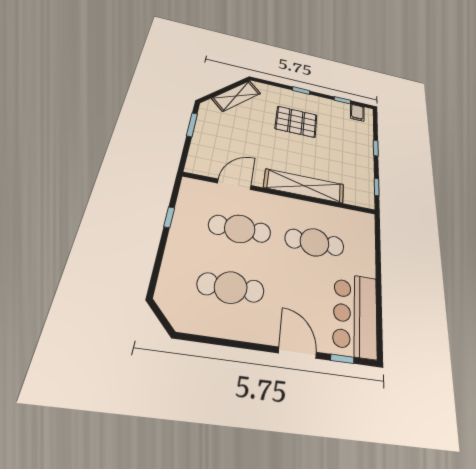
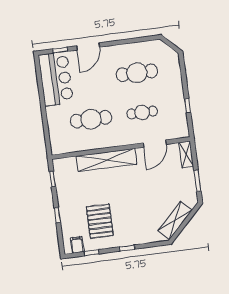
pallet: (296, 122) -> (100, 221), moved, turned 90
shelving: (195, 158) -> (186, 154), added
cafe table: (240, 229) -> (142, 112), width x0.73, depth x0.74
door: (297, 353) -> (88, 46), hinge flipped

